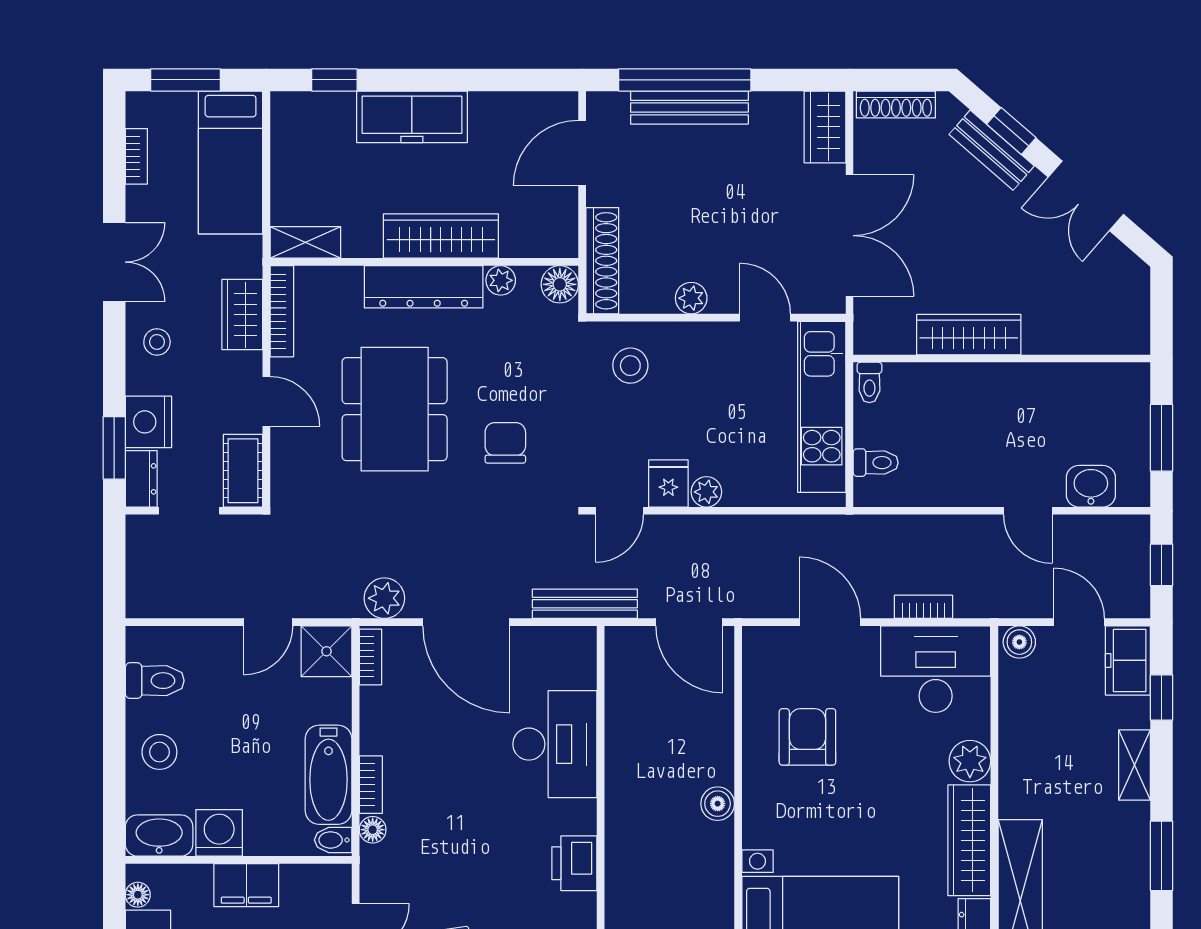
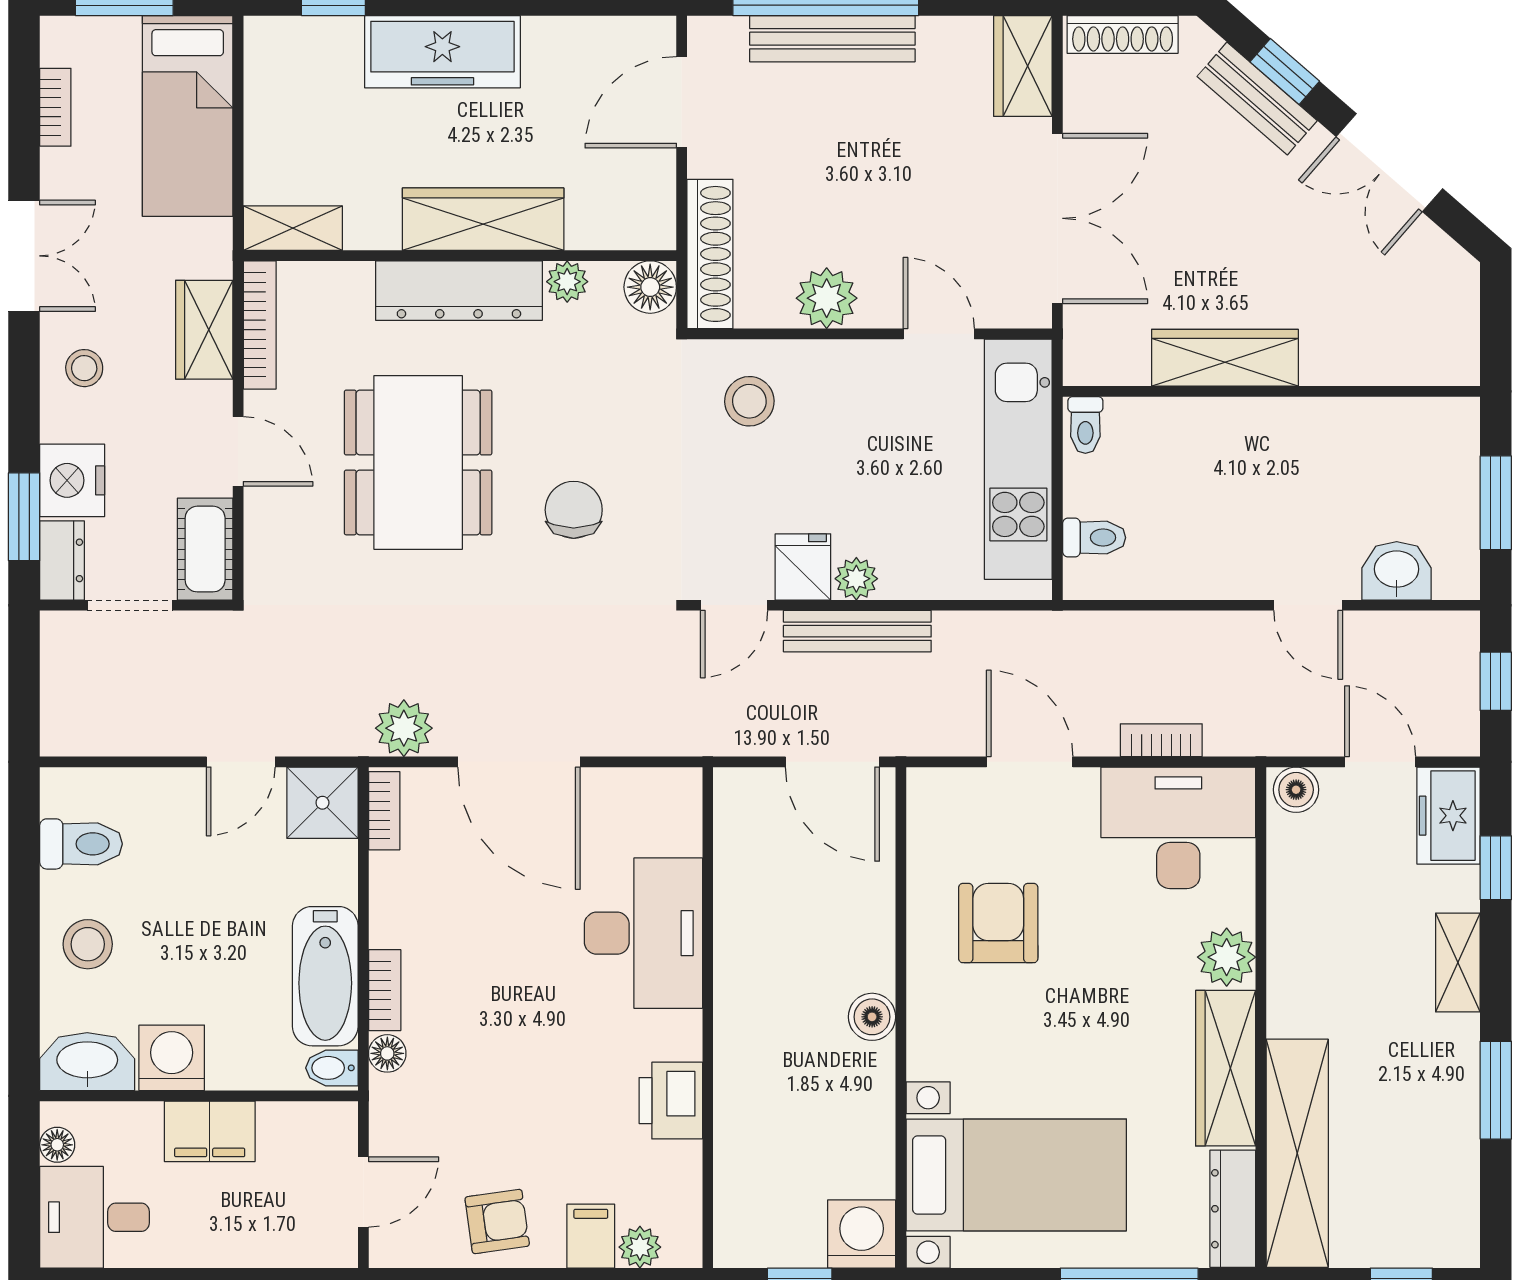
plant: (691, 298) -> (827, 298), width x1.38, depth x1.38
bench: (585, 604) -> (857, 631), moved

